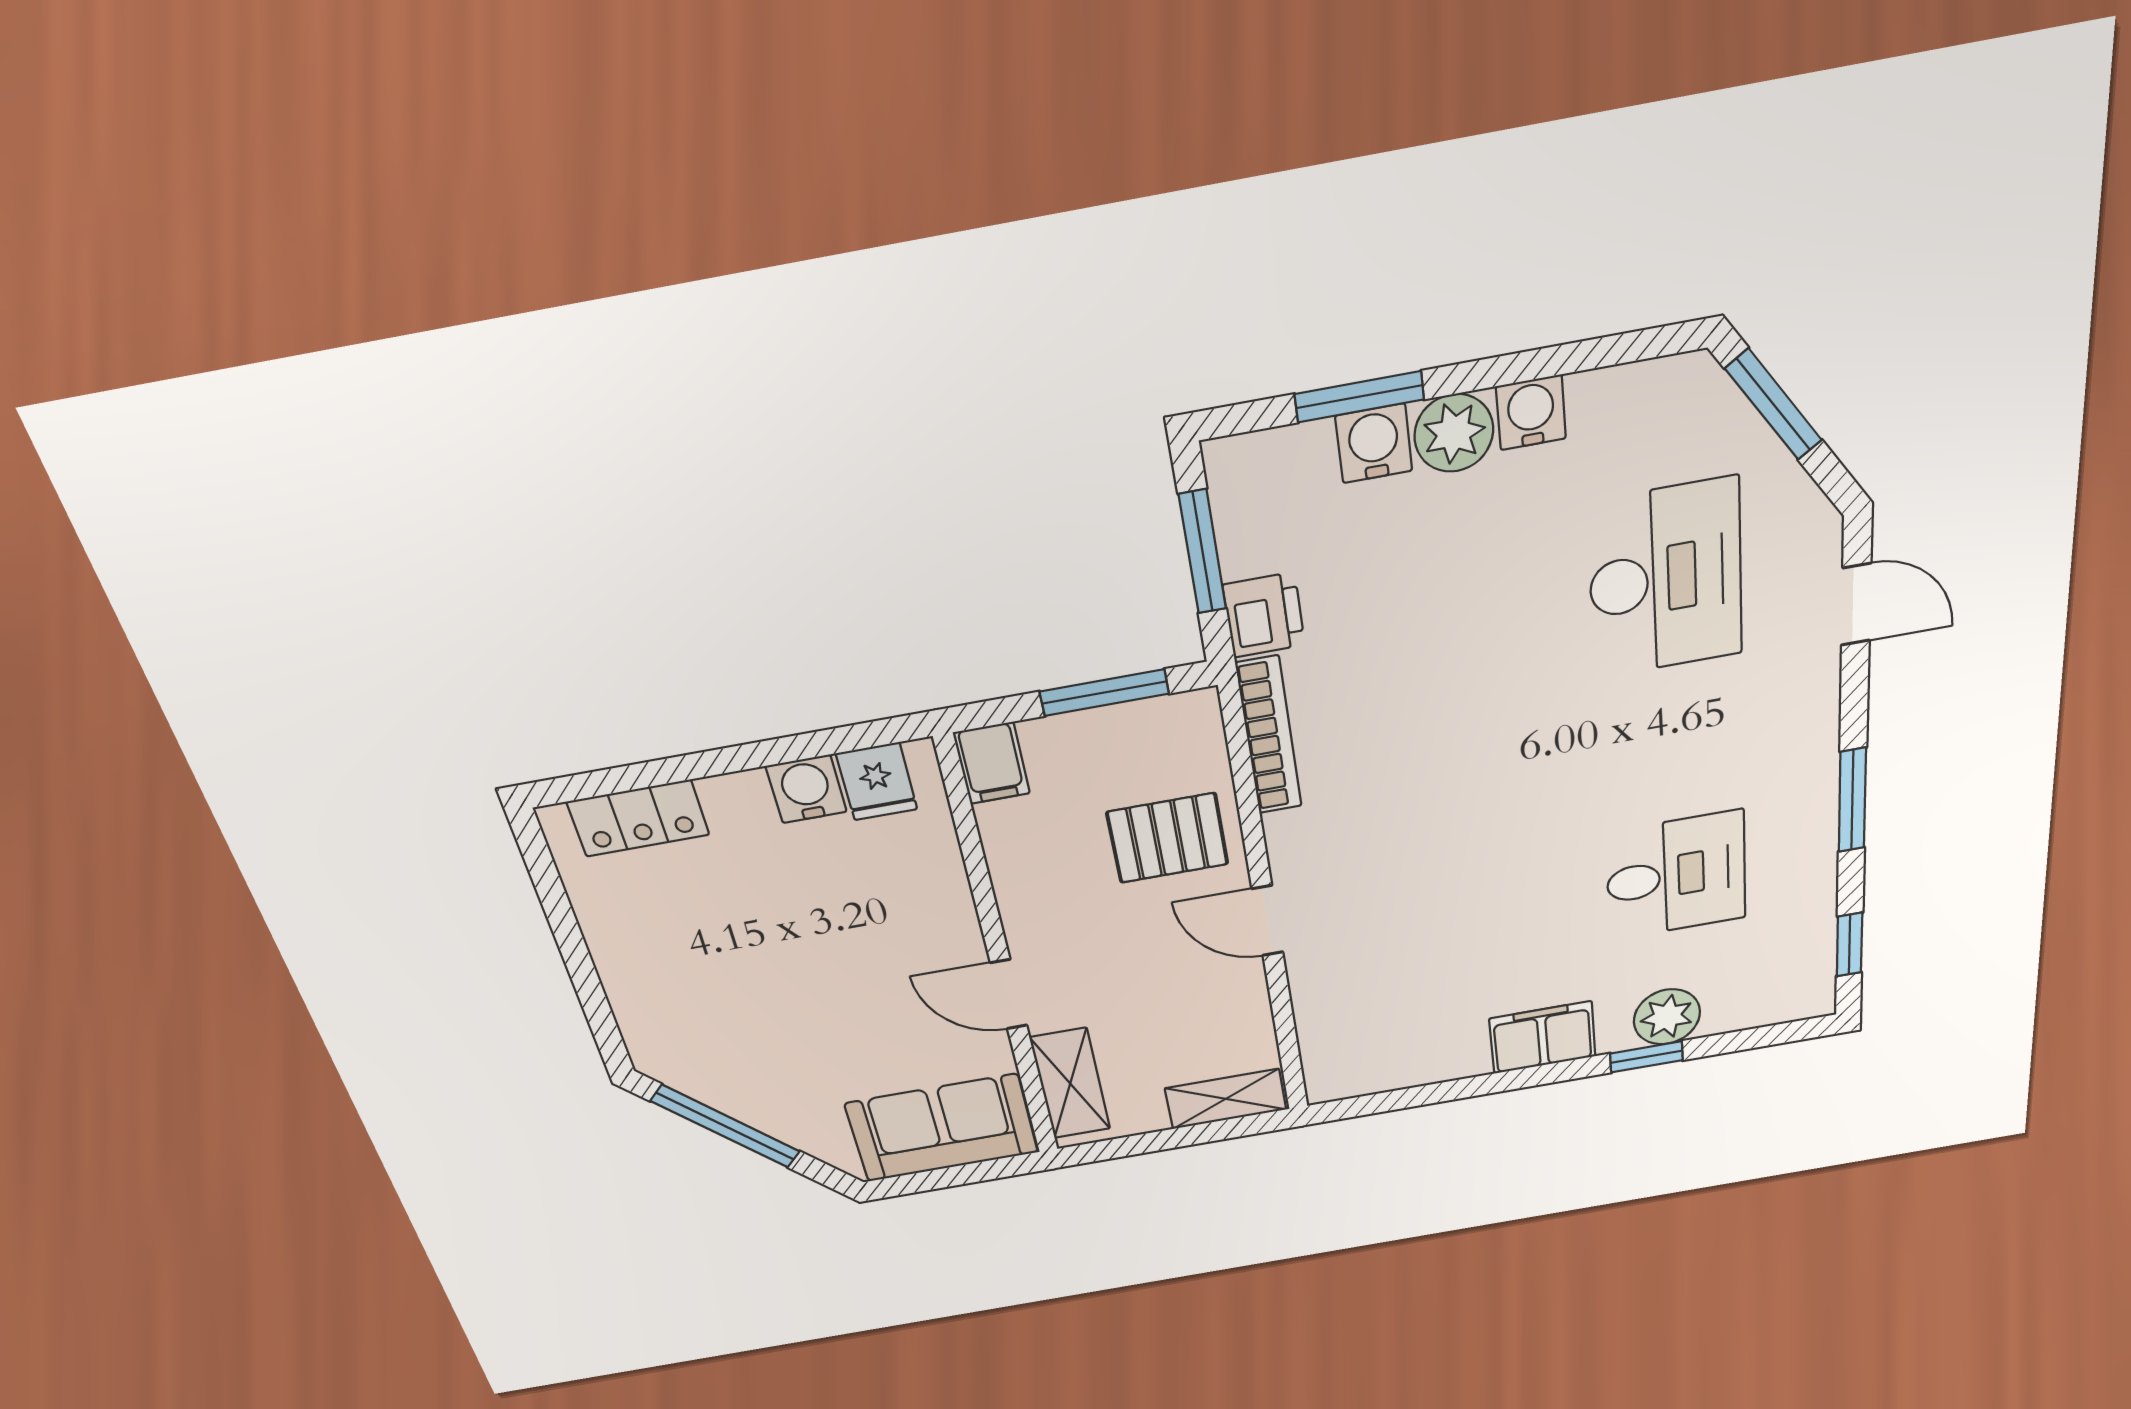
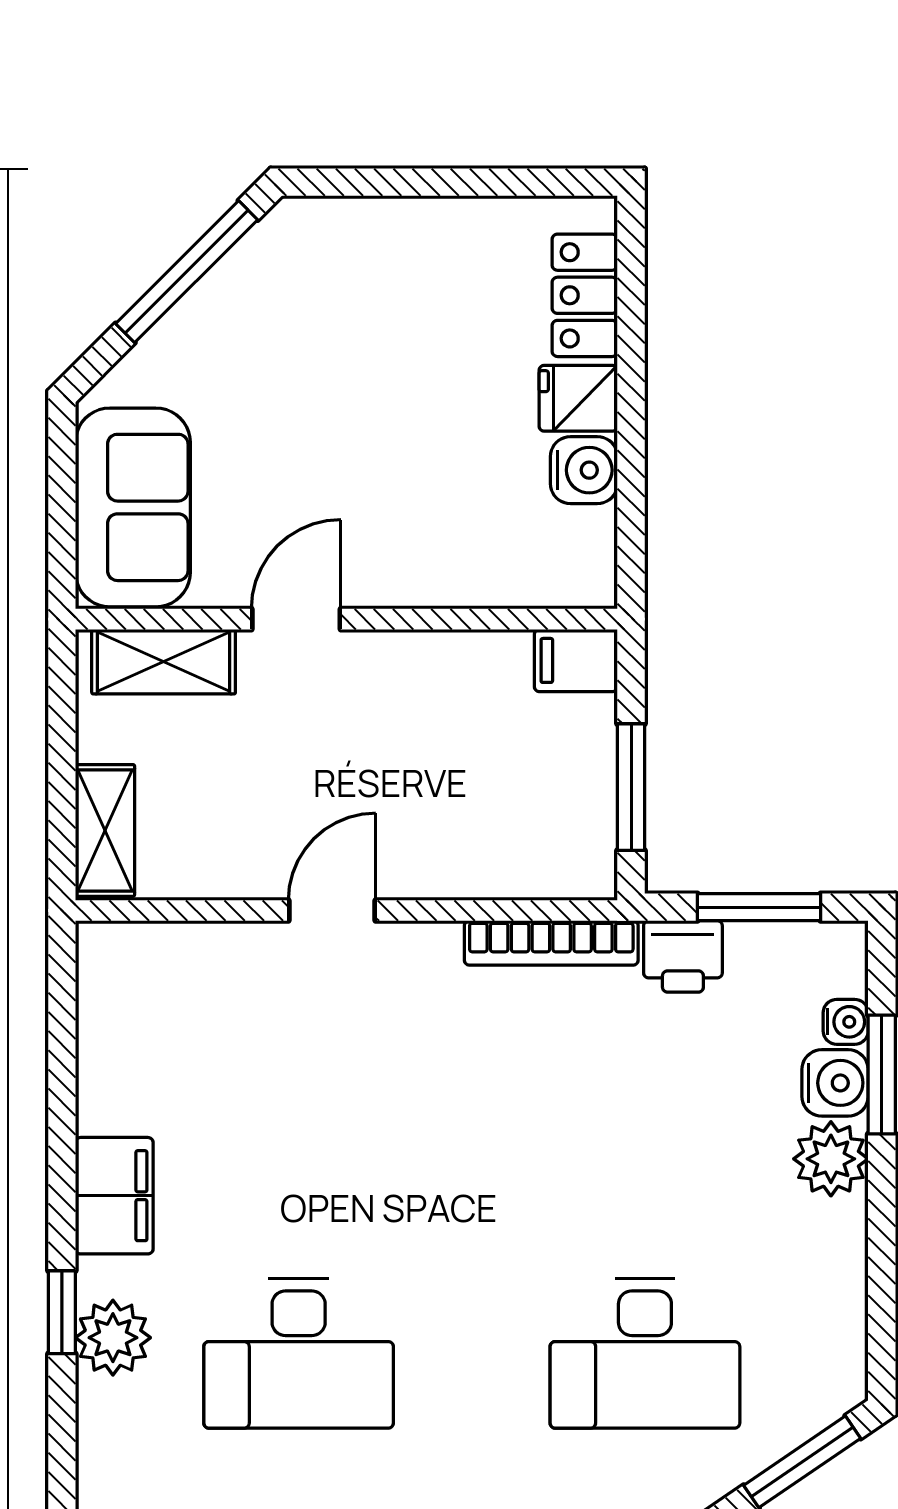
water cooler: (1531, 413) -> (846, 1022), moved, width x0.72, depth x0.72
fridge: (877, 781) -> (578, 398), moved
pallet: (1168, 838) -> (454, 822), removed
desk: (1676, 875) -> (299, 1354), width x1.37

